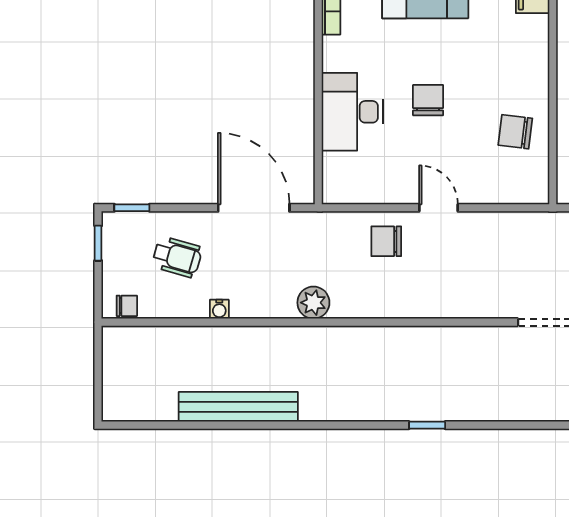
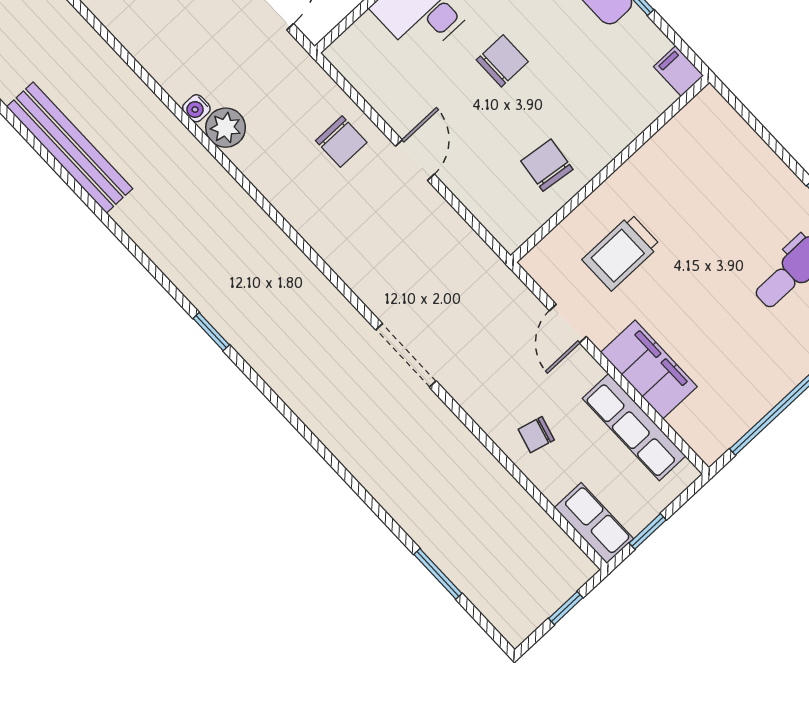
chair: (386, 241) -> (341, 142), turned 180
water cooler: (219, 309) -> (196, 108), moved

